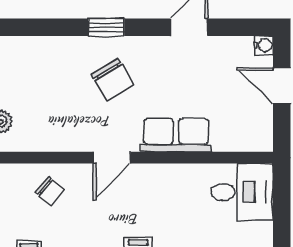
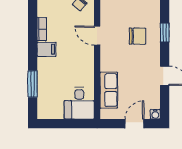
chair: (113, 80) -> (138, 36), turned -149
row of seats: (176, 135) -> (109, 90), moved

